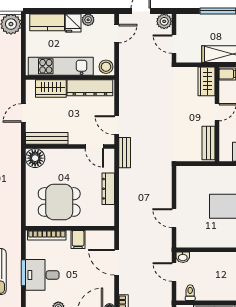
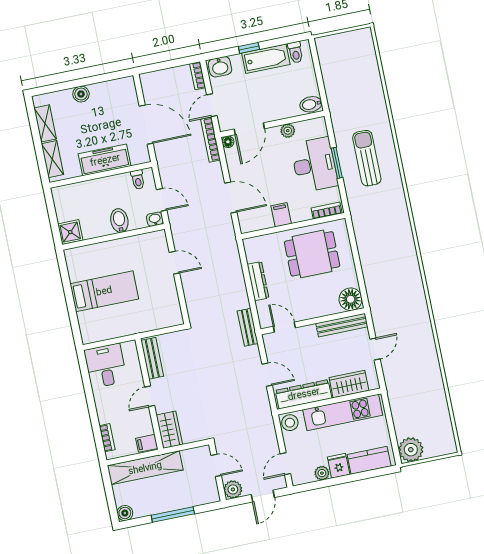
door: (117, 125) -> (267, 375), moved
bookcase: (47, 235) -> (327, 211), width x0.64
bidet: (212, 262) -> (119, 221), added
desk: (42, 275) -> (314, 165), width x1.37

